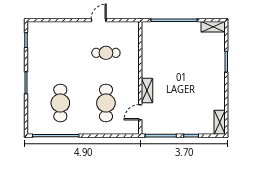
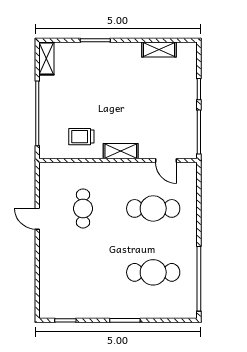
trolley: (157, 52) -> (81, 137), added
shelving: (147, 91) -> (121, 151), moved
shelving: (220, 122) -> (159, 49), moved

